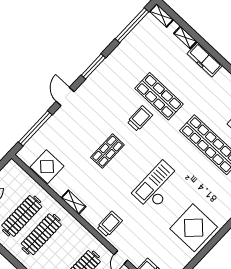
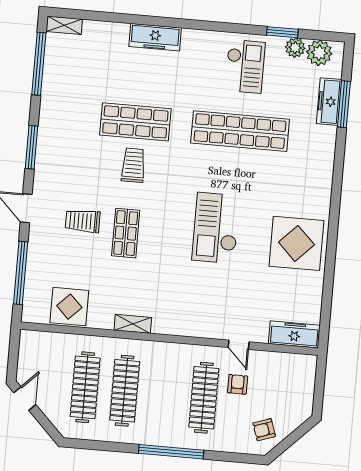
shelving: (185, 37) -> (112, 29), removed
trolley: (110, 224) -> (83, 221), moved, turned -90

